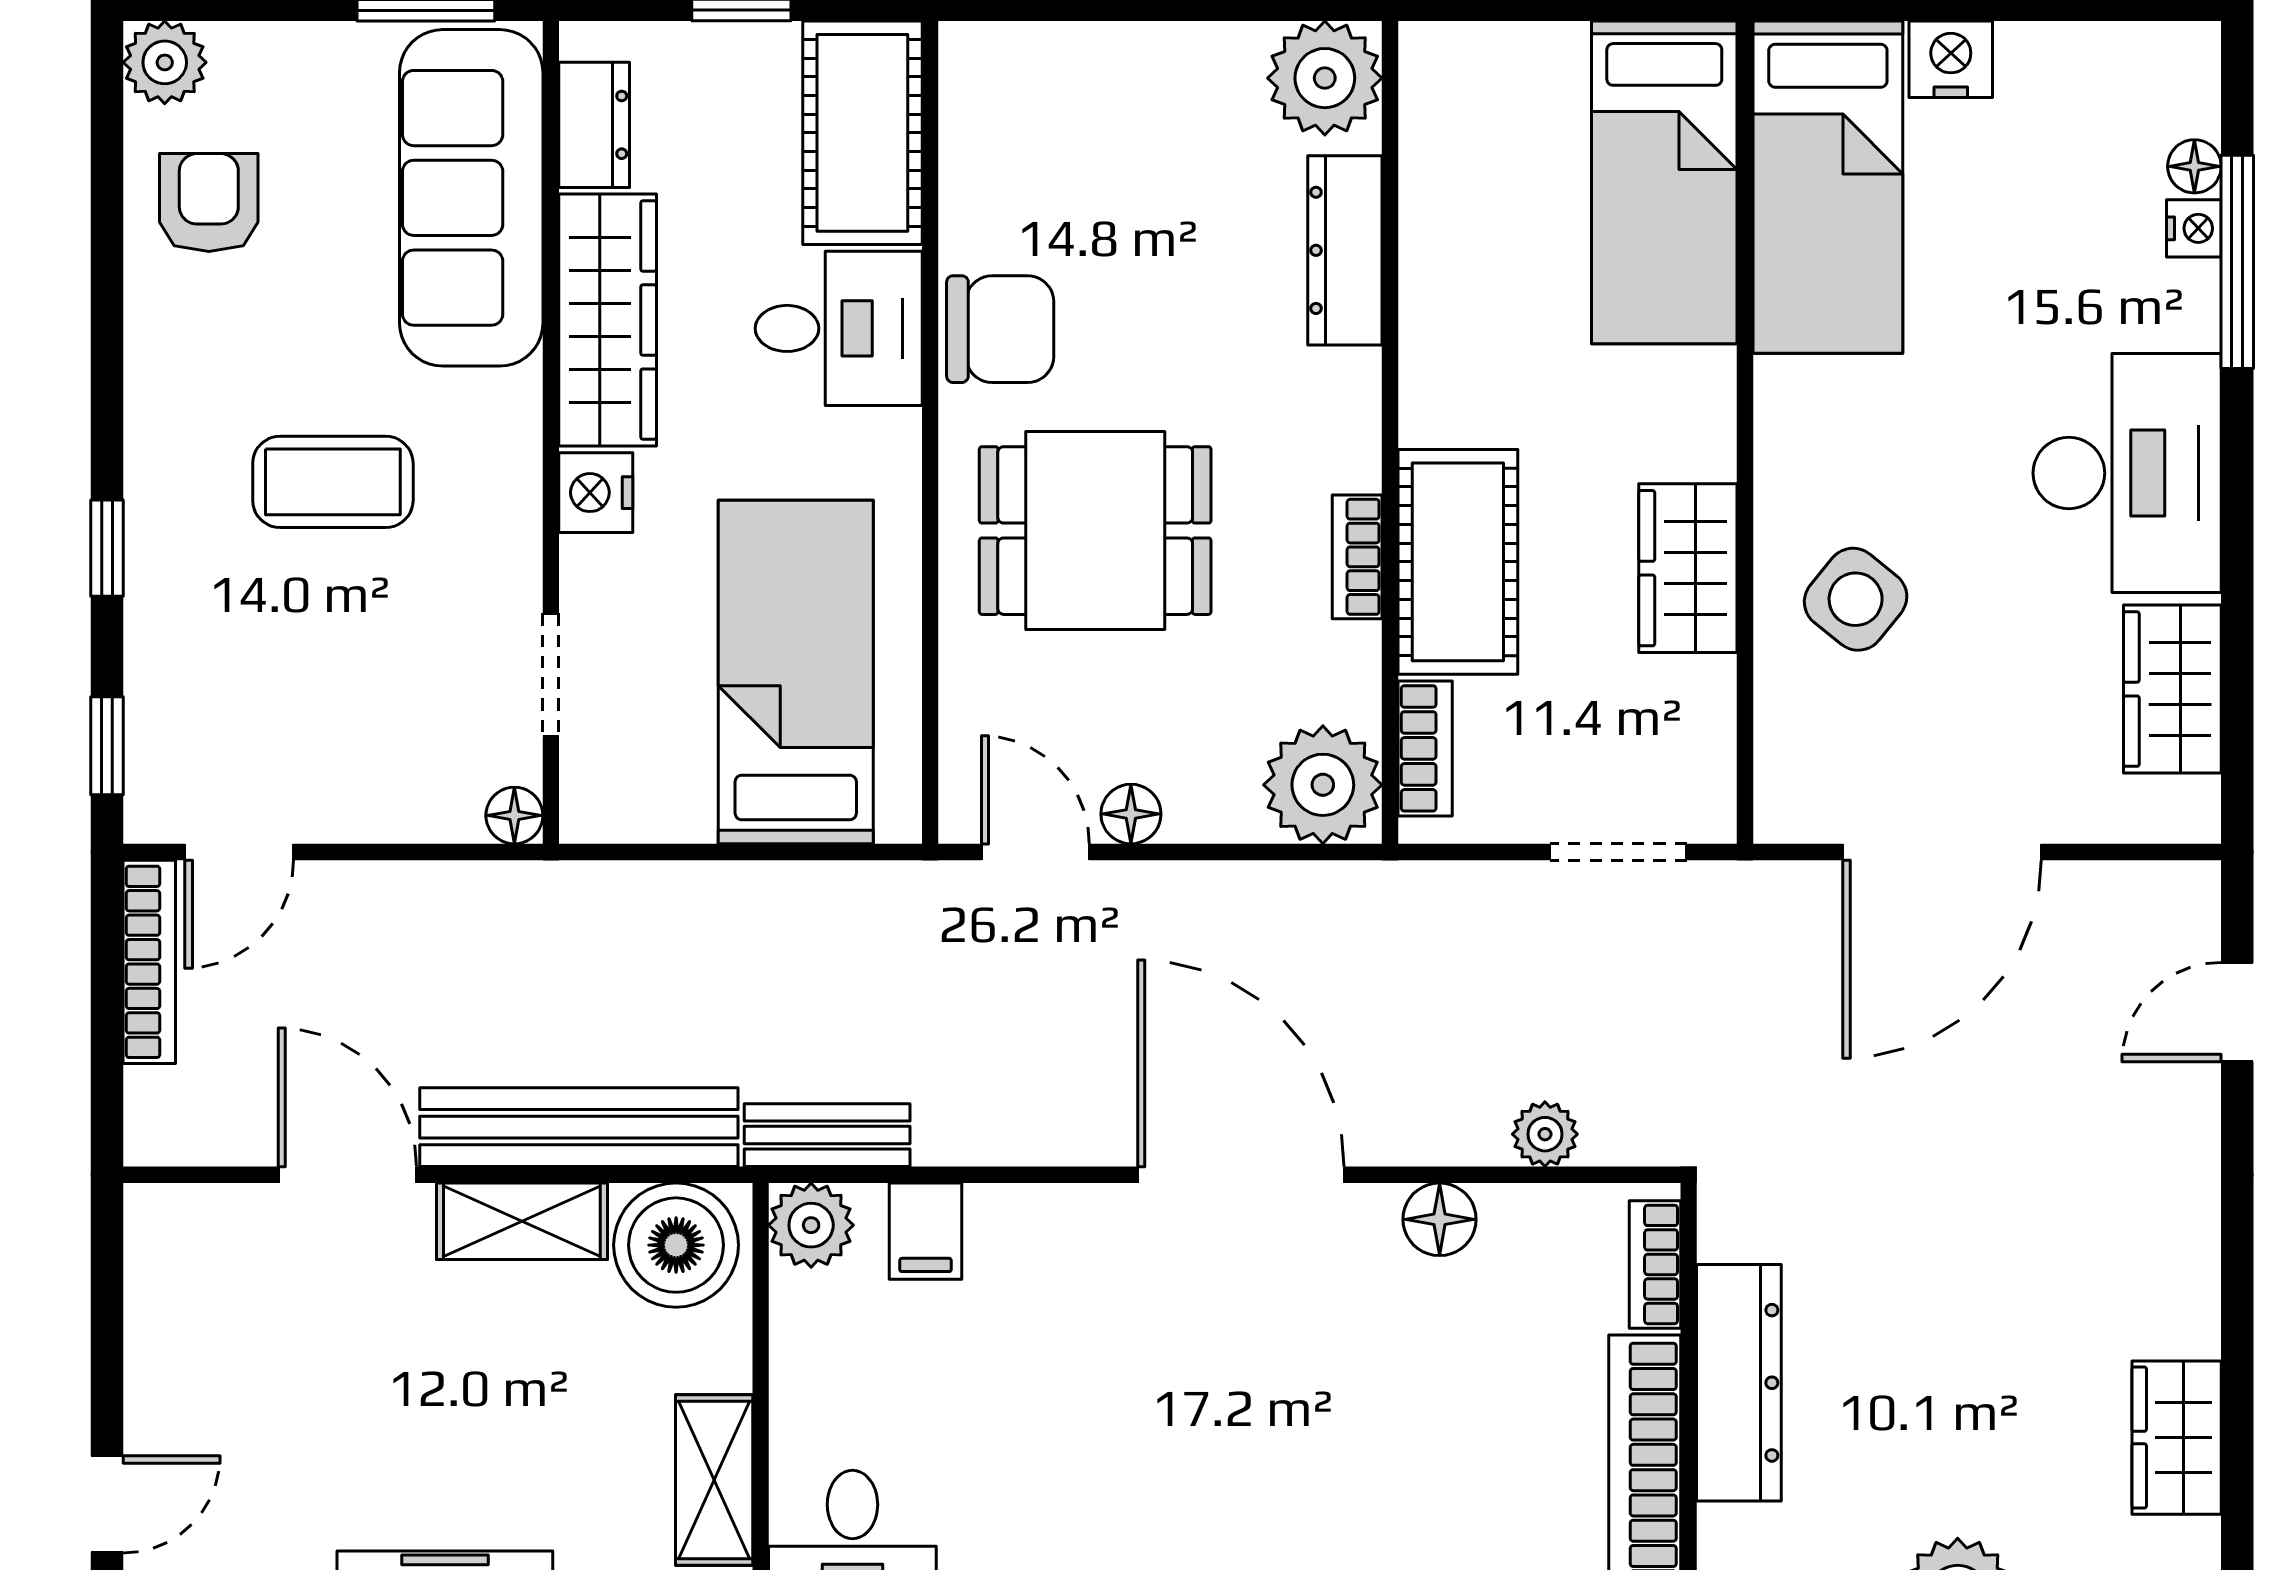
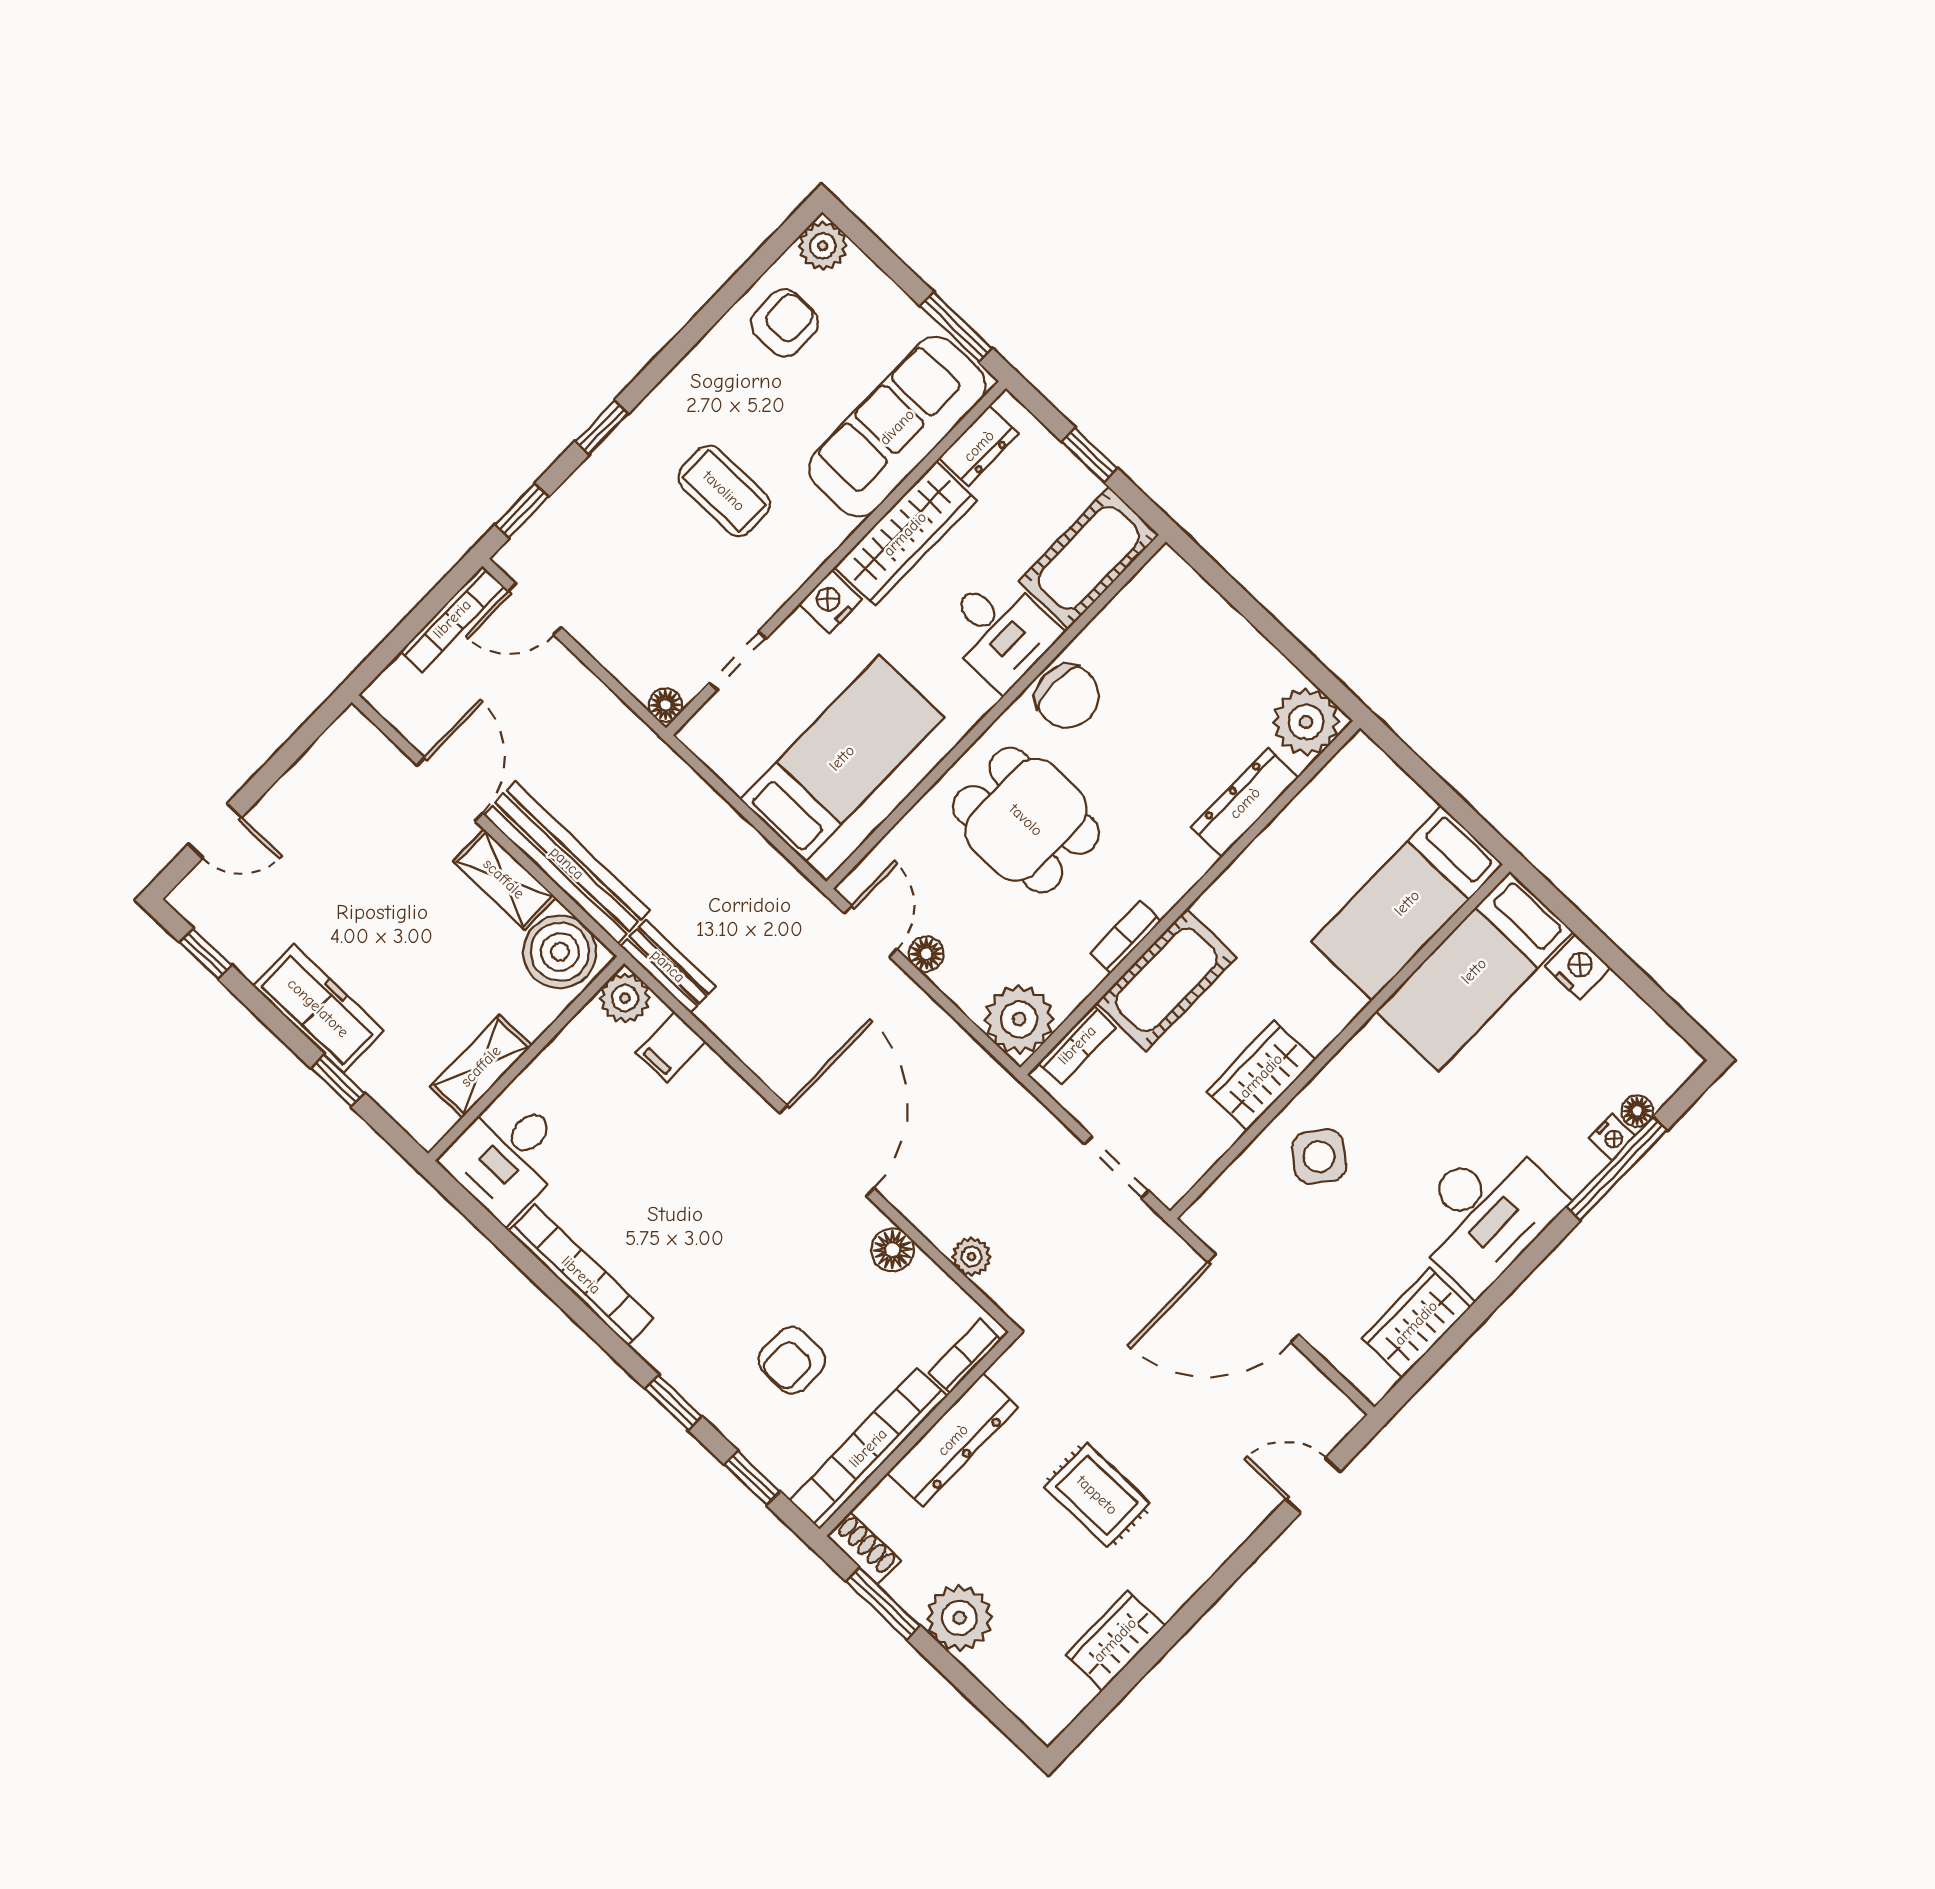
rug: (1982, 1280) -> (1097, 1495), added
armchair: (1446, 1475) -> (792, 1360), added

